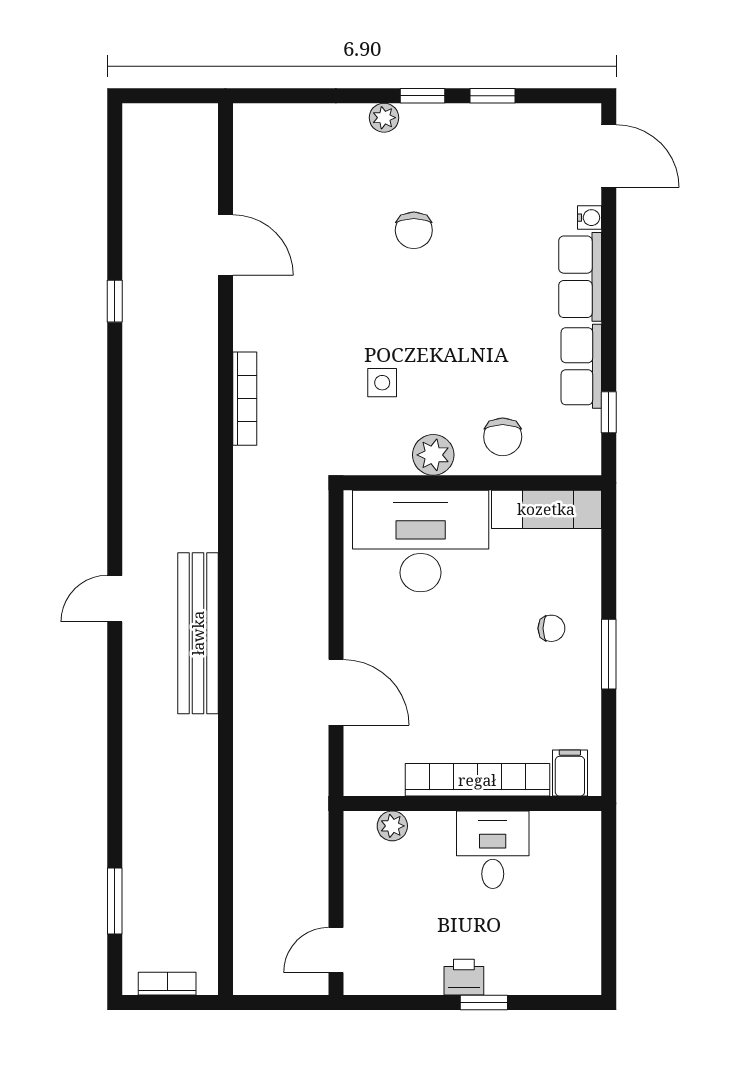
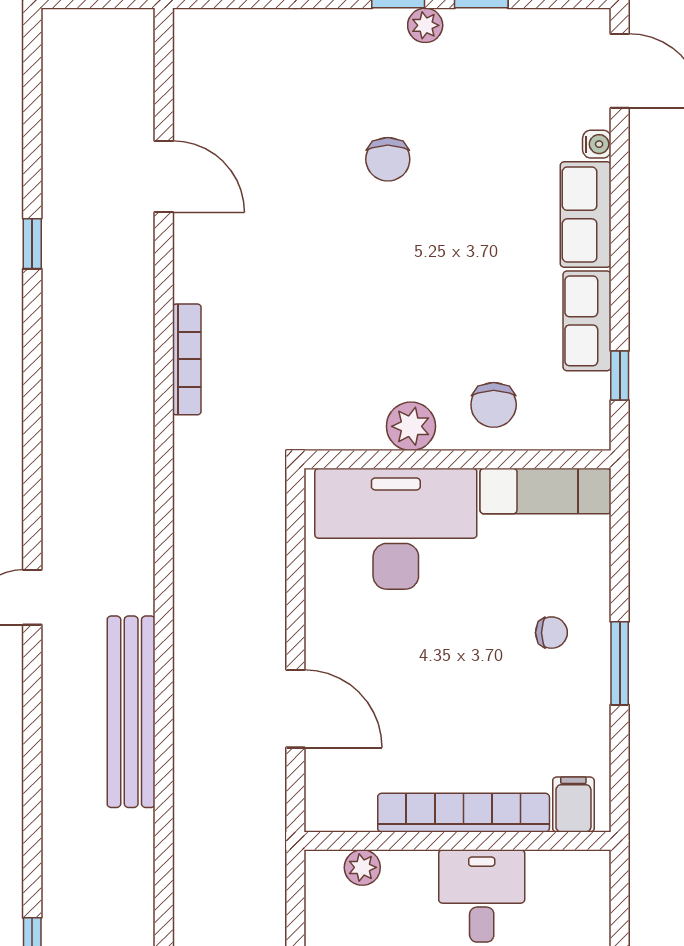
plant: (384, 118) -> (425, 25), moved
side table: (382, 383) -> (350, 340), removed
bench: (198, 633) -> (131, 712), moved

